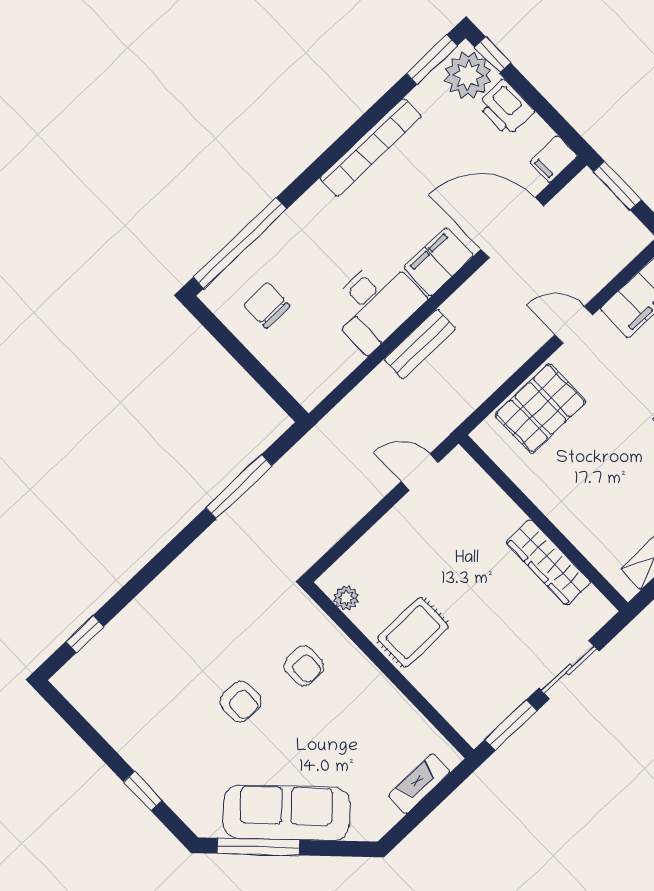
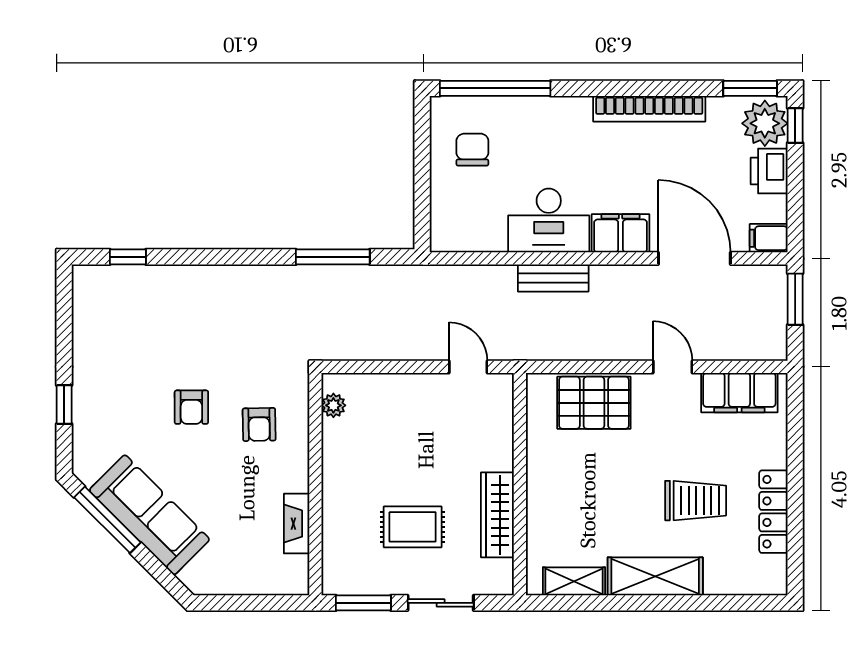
rug: (413, 632) -> (413, 527), moved
fireplace: (419, 784) -> (297, 524), moved, turned -90

